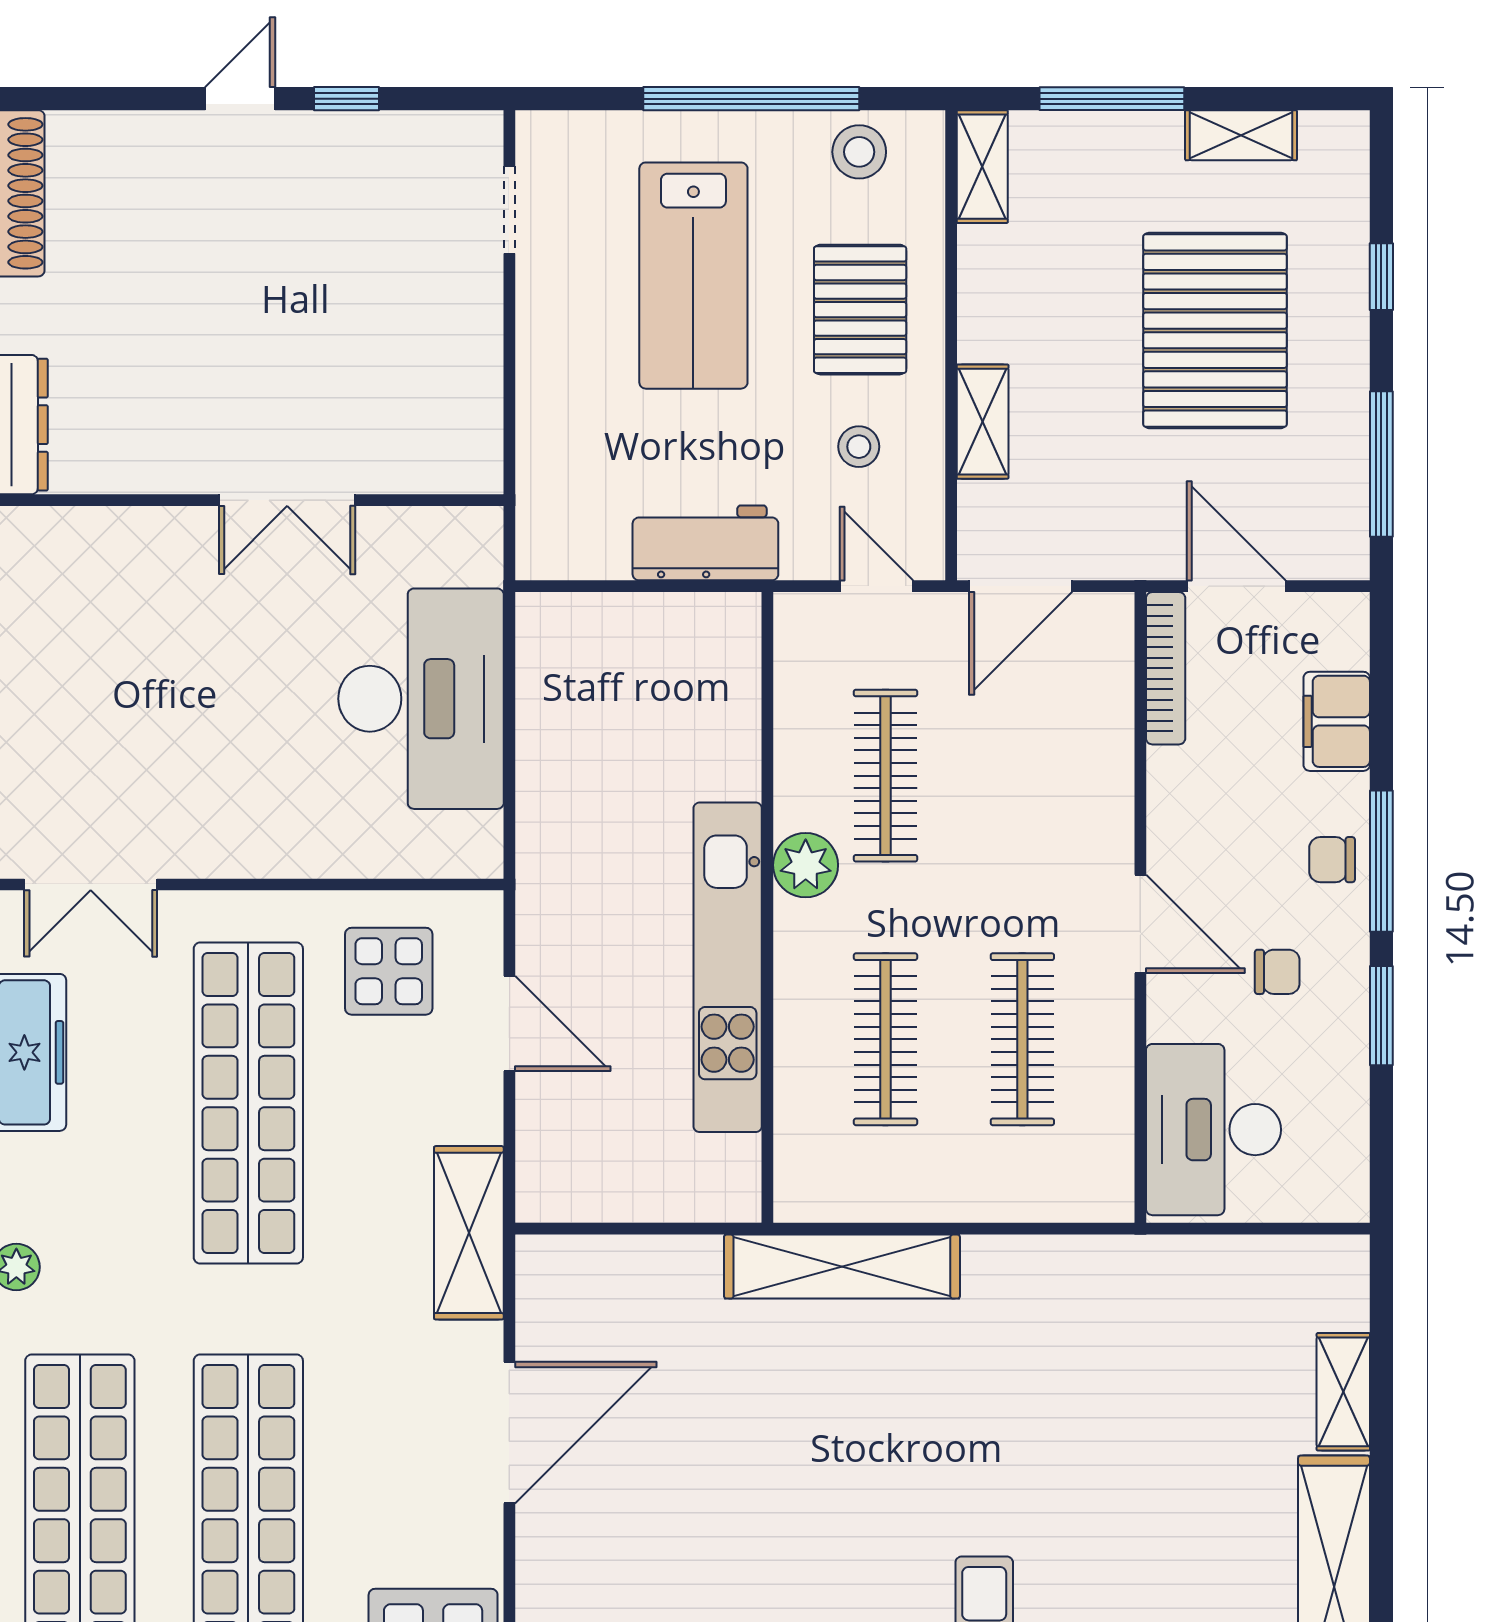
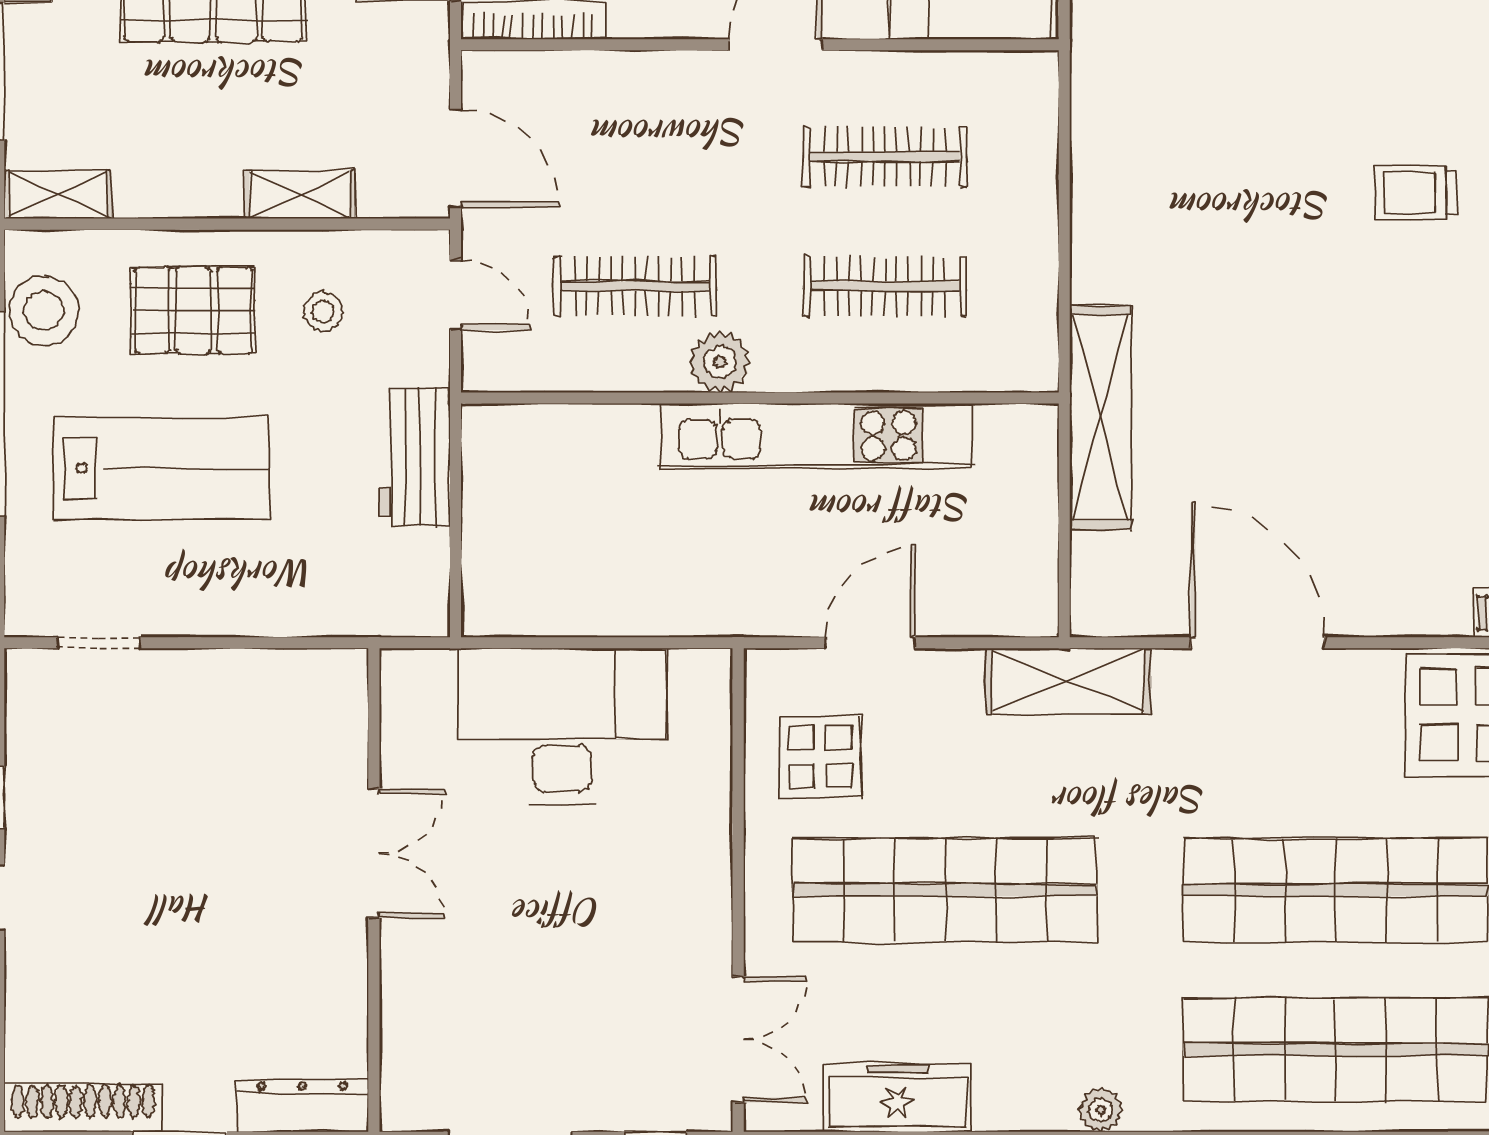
stool: (859, 152) -> (44, 311), width x1.38, depth x1.38
door: (876, 586) -> (455, 295), swing flipped
shelving: (842, 1267) -> (1100, 418), moved

